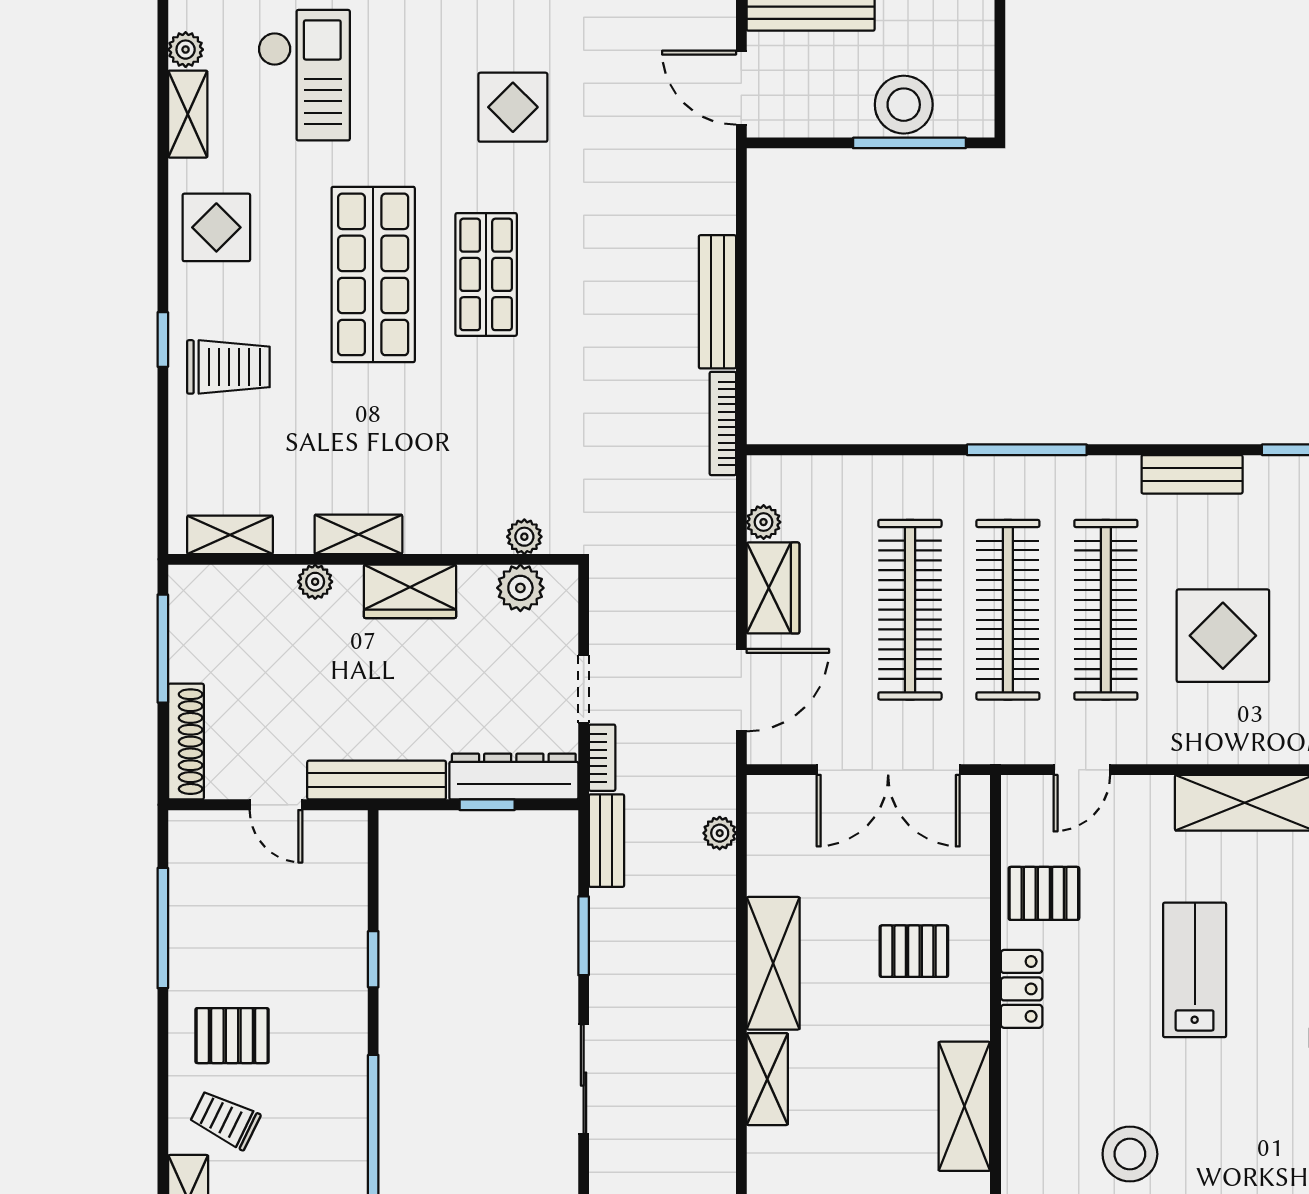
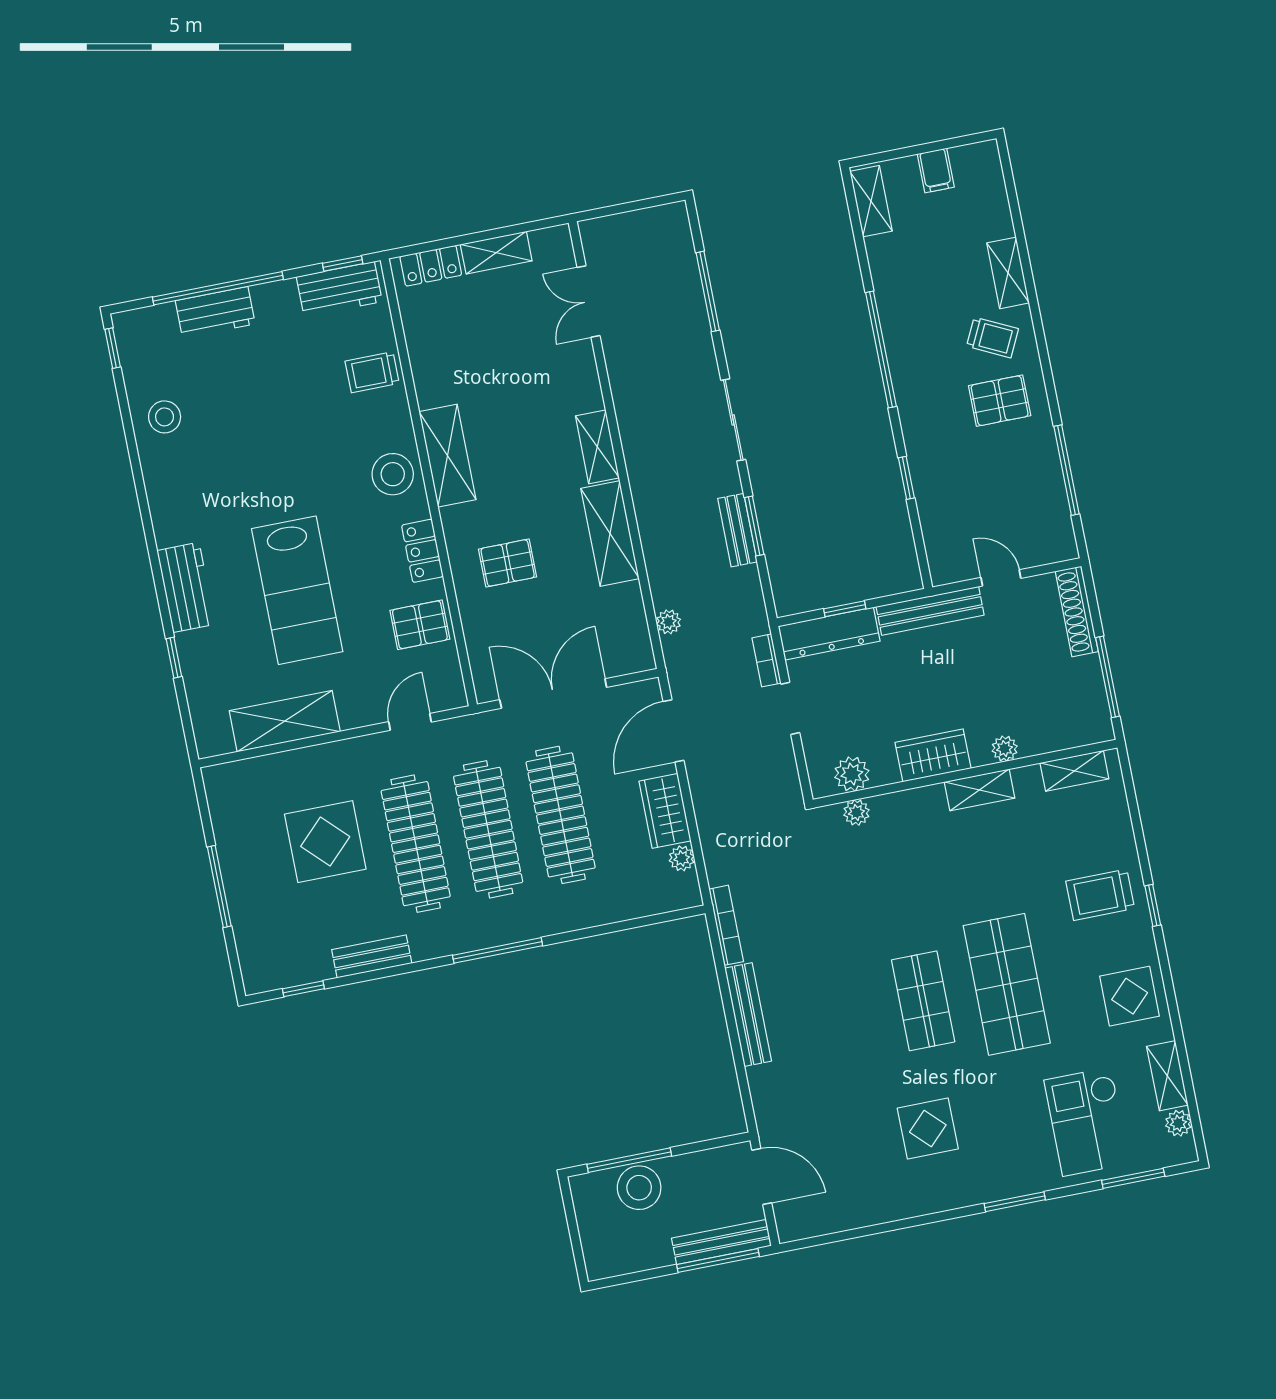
bench: (606, 841) -> (737, 530), moved
lab bench: (1195, 970) -> (297, 590), width x1.36, depth x1.39
stool: (1130, 1154) -> (393, 474), moved

